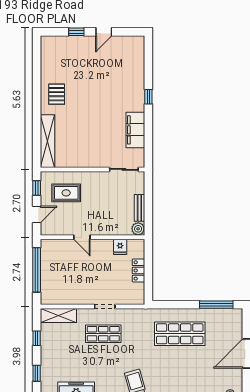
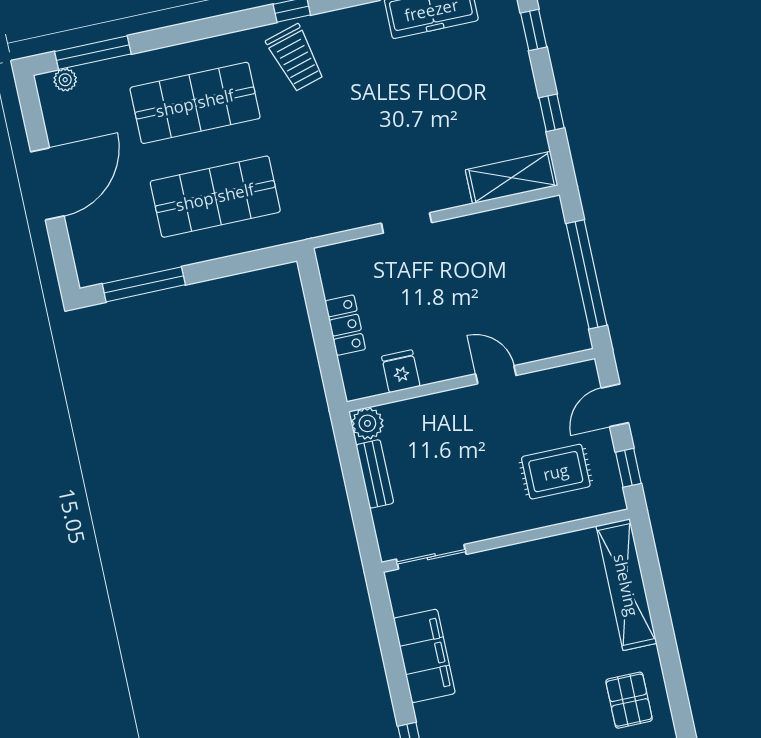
shop shelf: (103, 334) -> (195, 103), moved, width x1.43, depth x1.36

